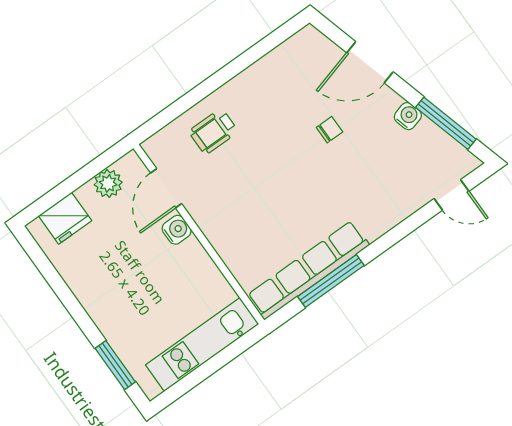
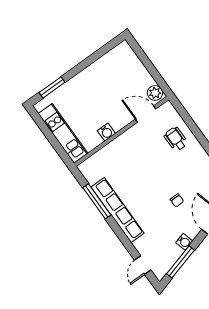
plant: (108, 183) -> (155, 93), moved
fridge: (65, 218) -> (130, 61), removed
water cooler: (177, 230) -> (106, 132), moved
row of seats: (308, 270) -> (118, 210), moved

